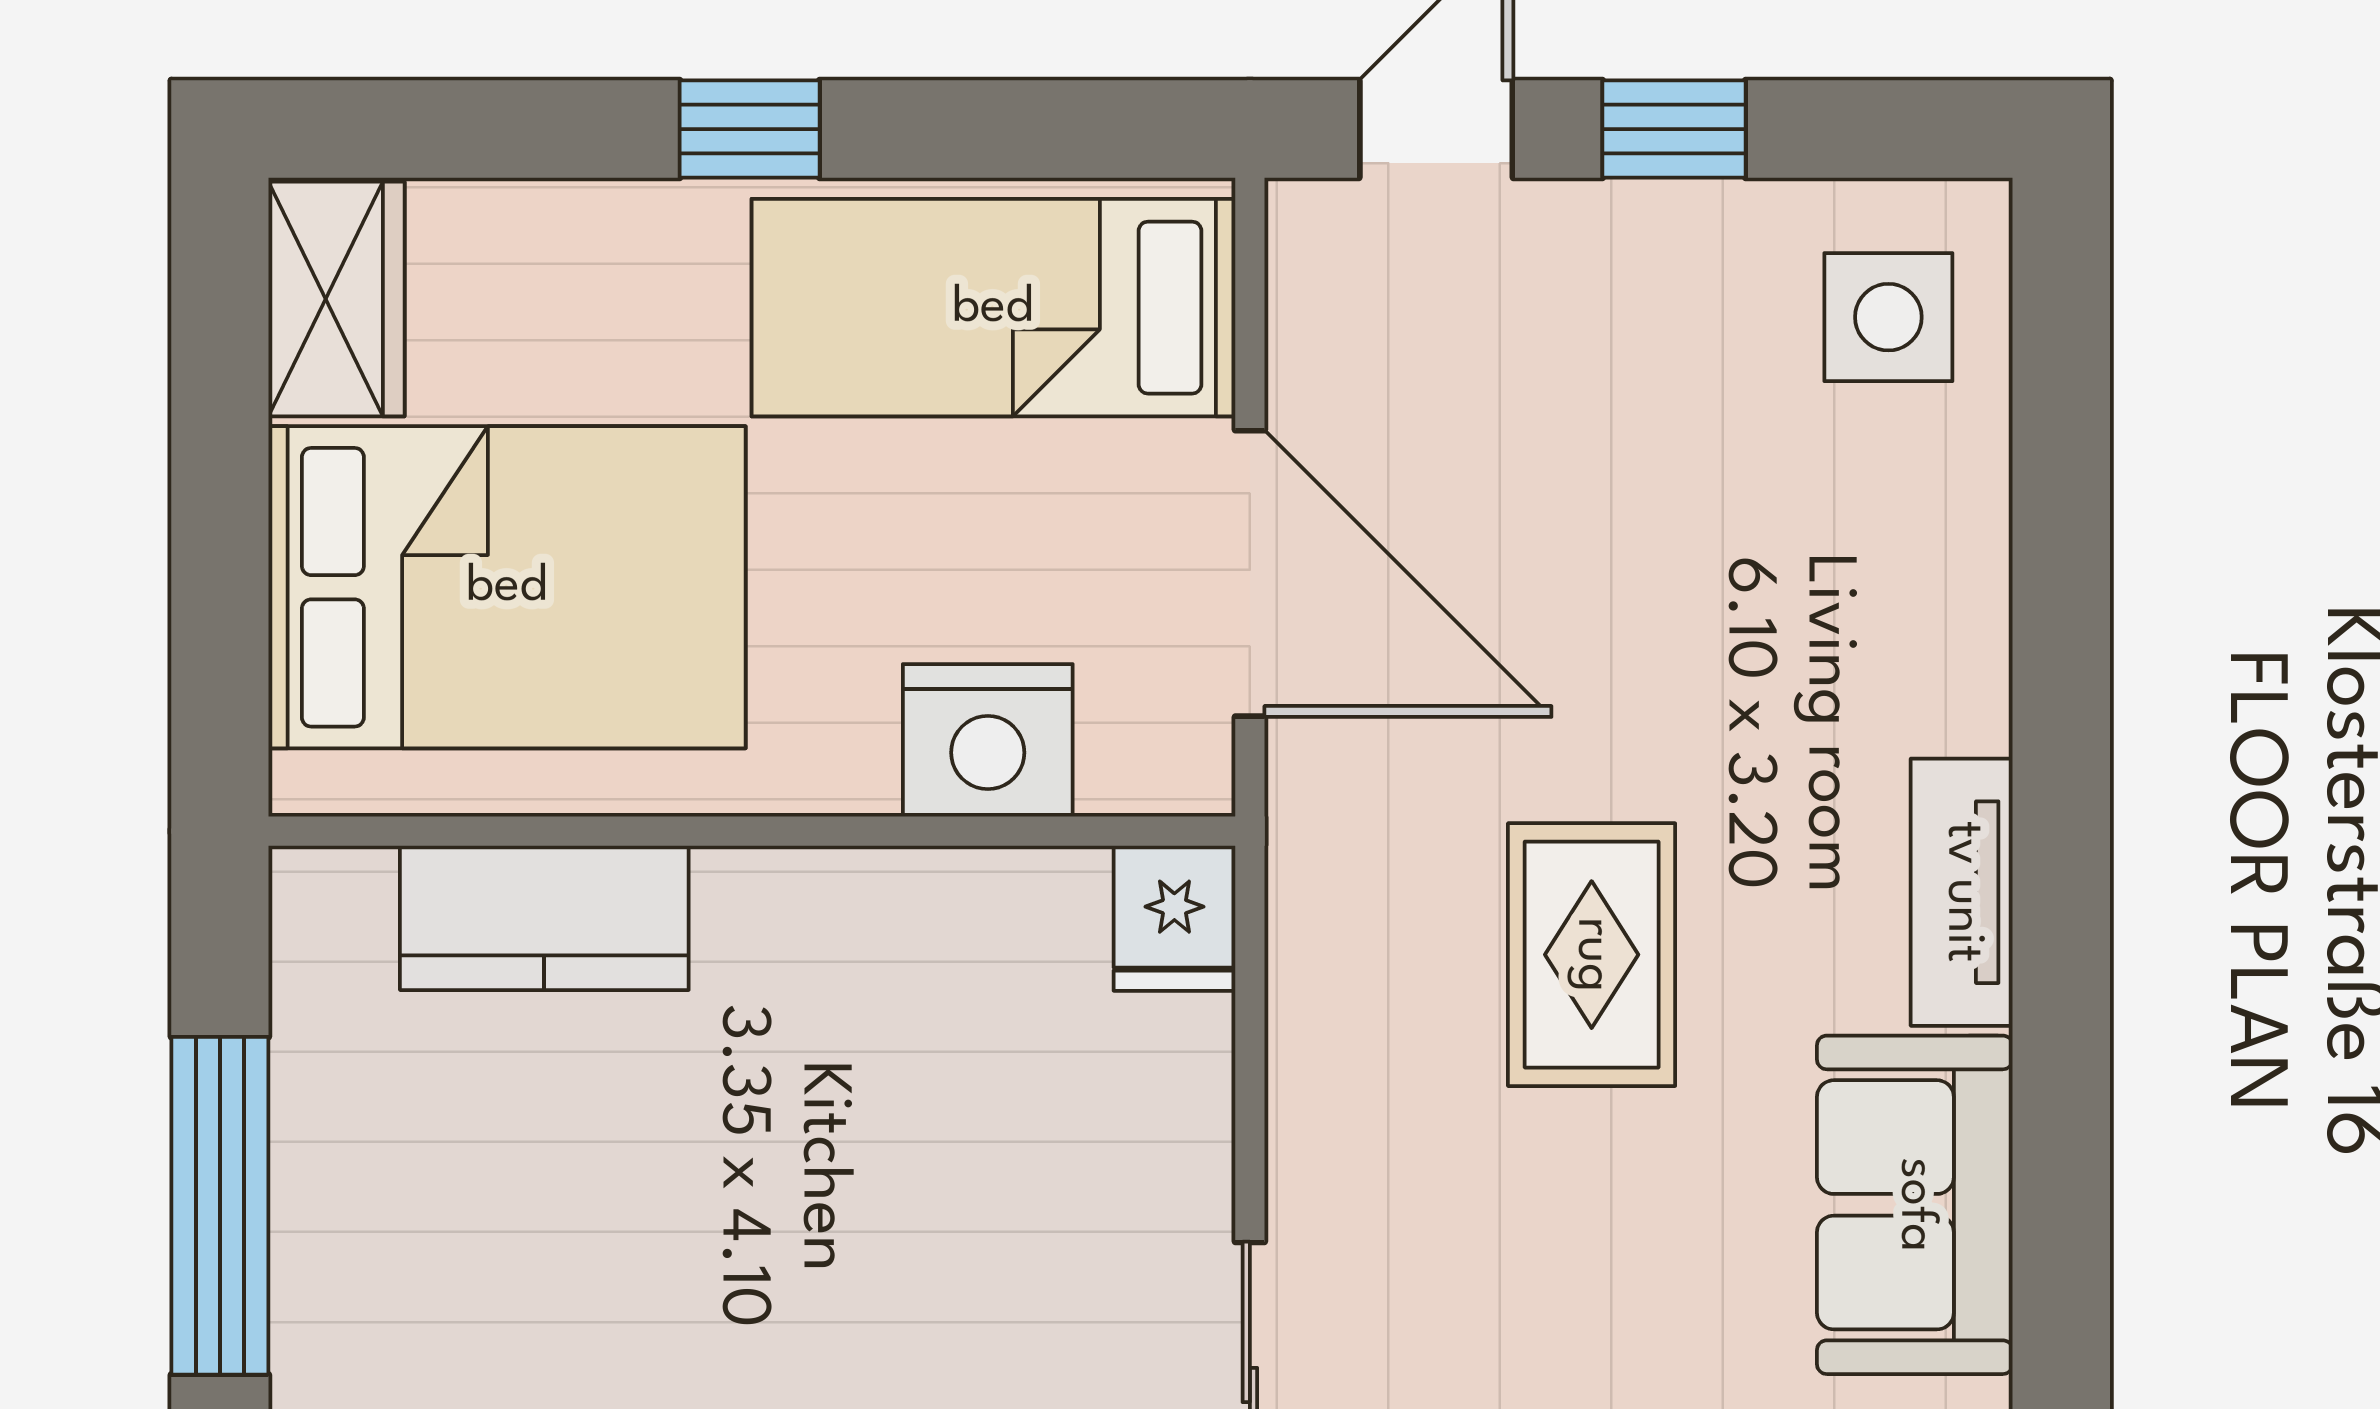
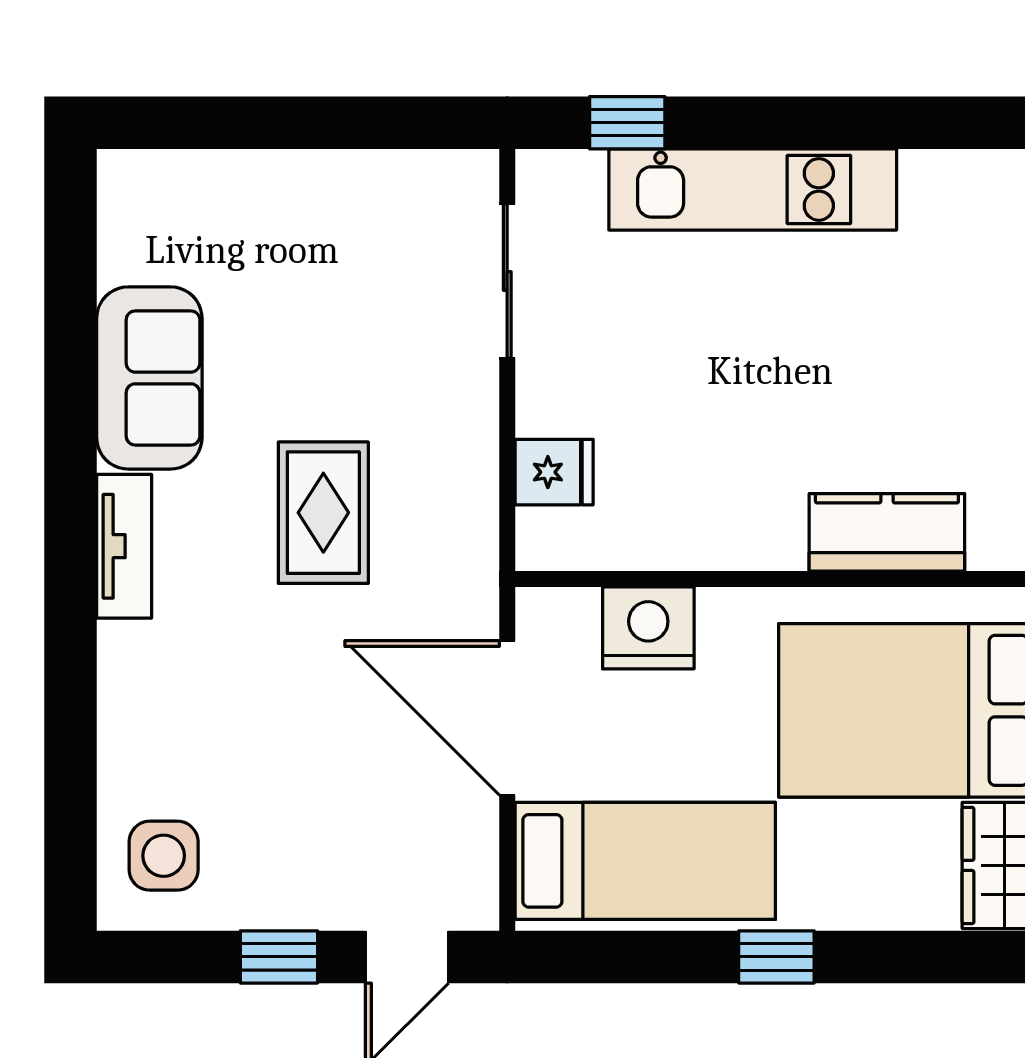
fridge: (1174, 918) -> (554, 472), moved, turned 90

